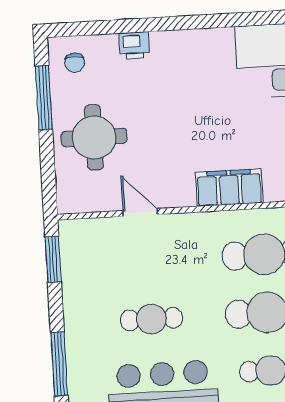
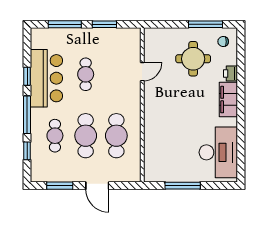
round table: (94, 137) -> (193, 59), moved
filing cabinet: (229, 188) -> (228, 100), moved, turned 180
window: (53, 259) -> (104, 24), moved

